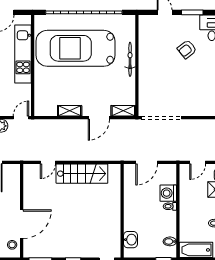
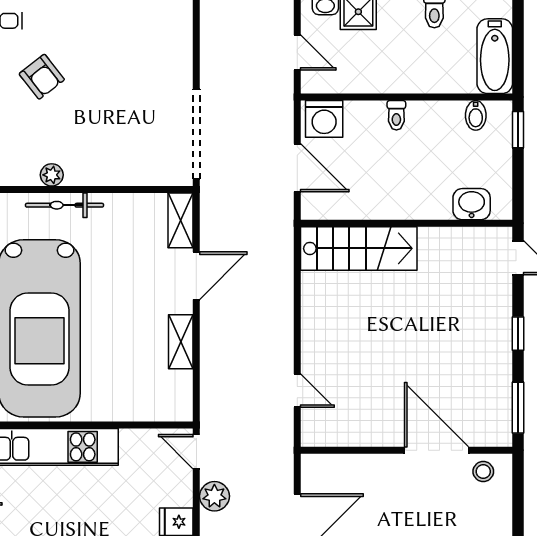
plant: (143, 54) -> (52, 175), added
door: (99, 118) -> (196, 276), hinge flipped
stairs: (82, 174) -> (359, 248), moved, turned 90
washing machine: (168, 193) -> (324, 119), moved

